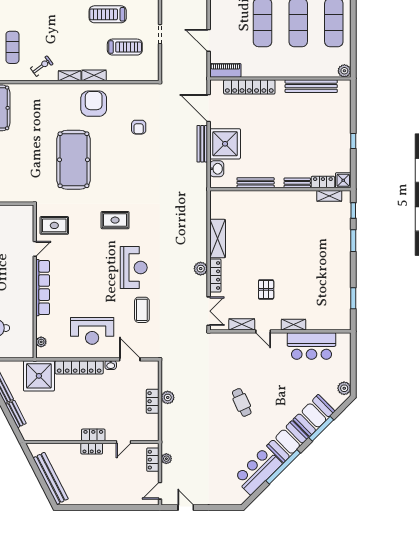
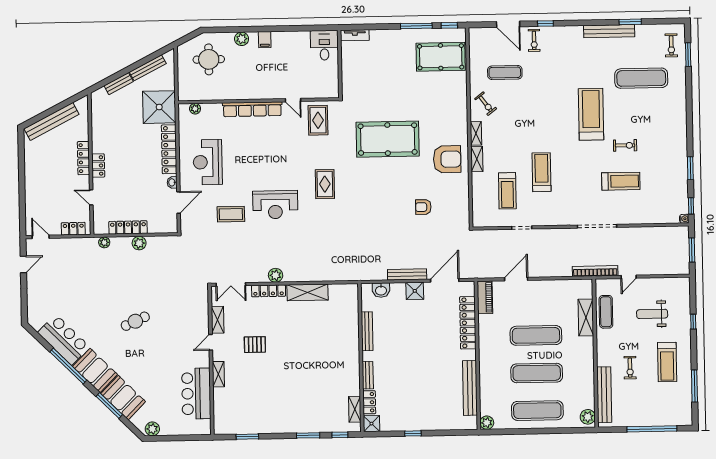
shower: (225, 144) -> (415, 291), width x0.54, depth x0.54
locker: (153, 401) -> (128, 227), width x1.53
locker: (92, 449) -> (83, 158), width x1.53
plant: (166, 459) -> (104, 242), moved

